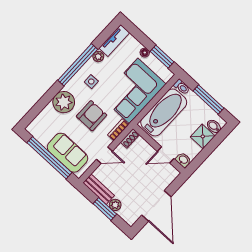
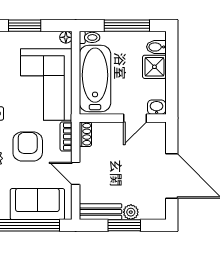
floor lamp: (145, 53) -> (66, 37), moved
window: (162, 57) -> (25, 26), moved
door: (104, 155) -> (76, 173), swing flipped

